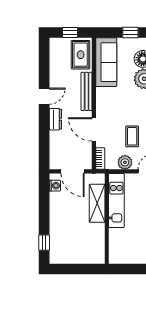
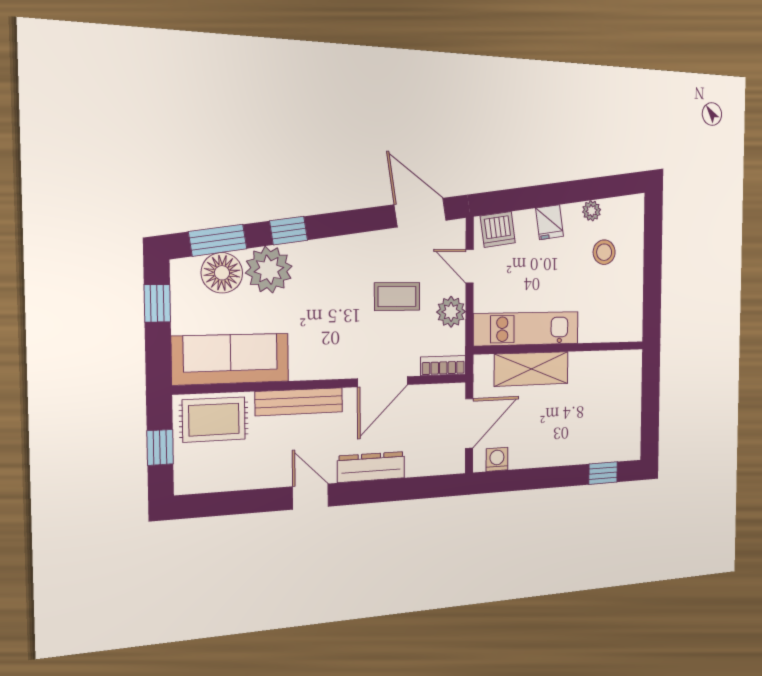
dresser: (55, 119) -> (371, 467), width x1.44

